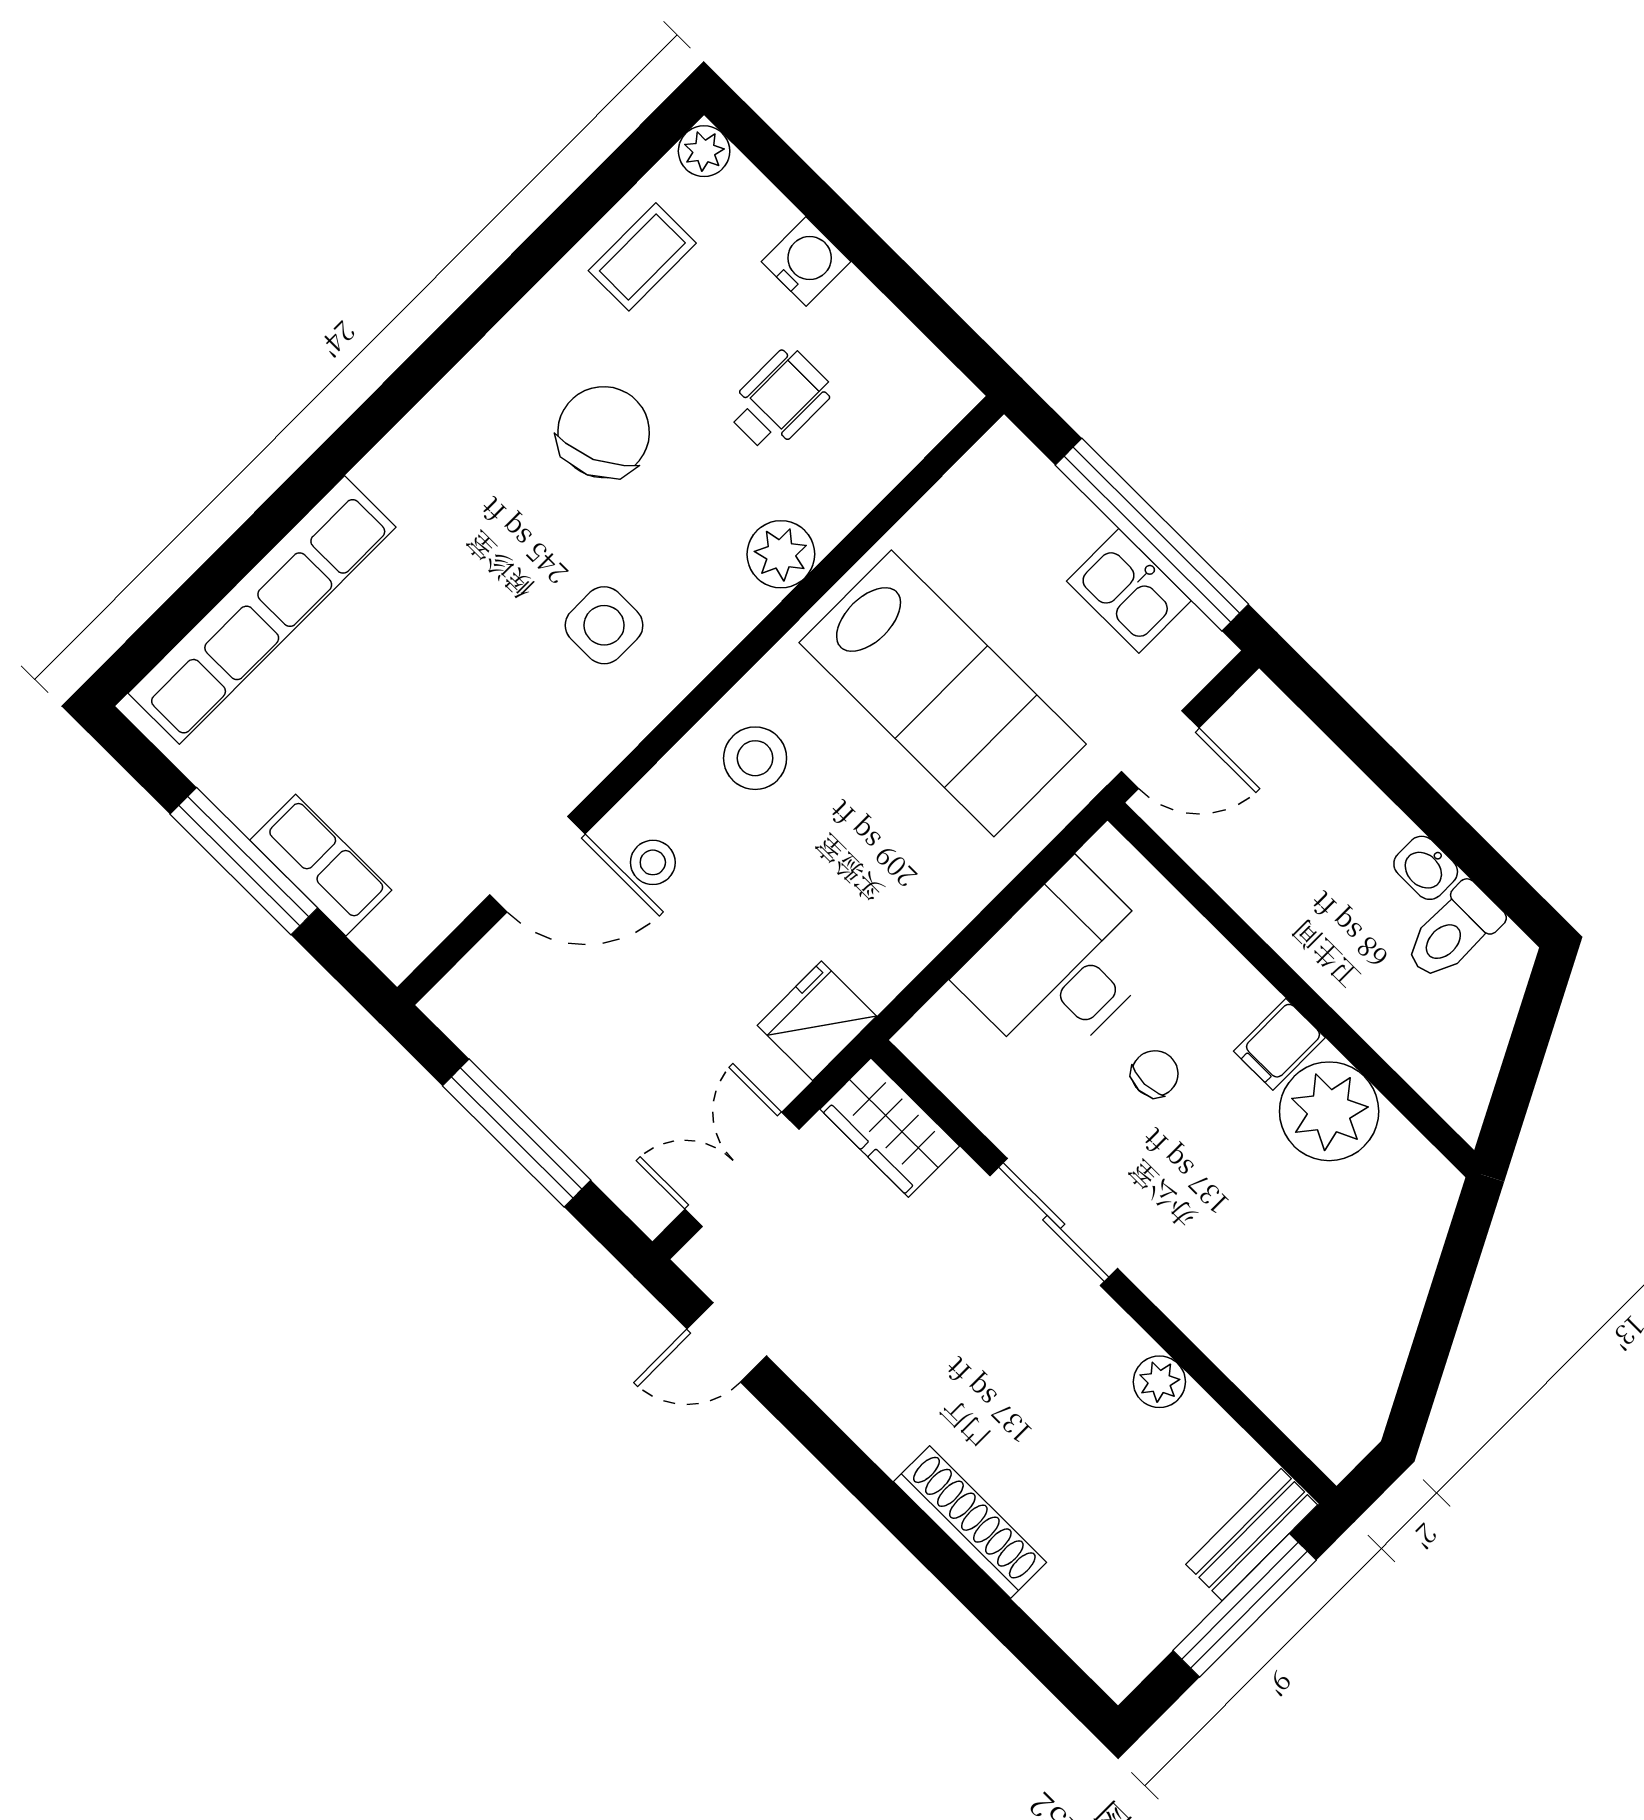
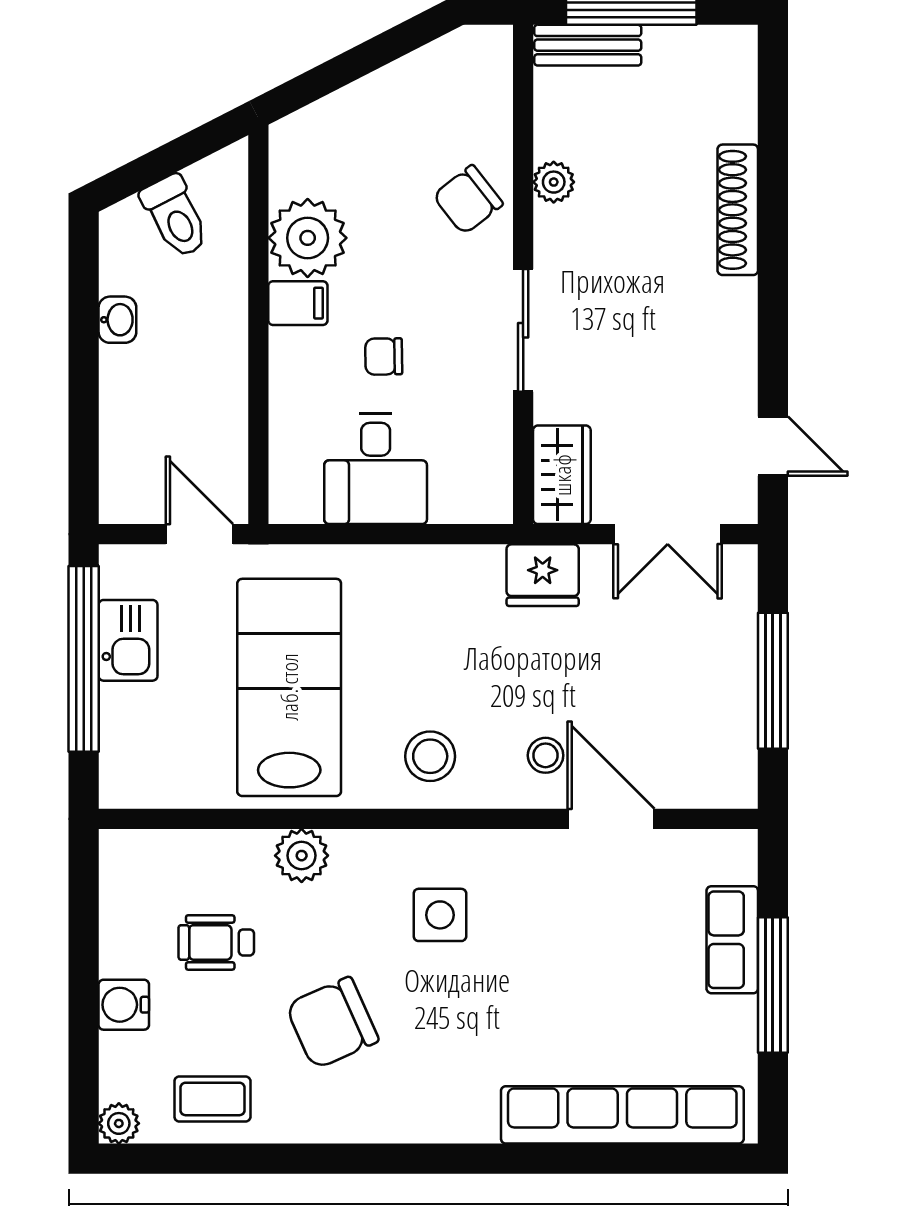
toilet: (1453, 932) -> (175, 217), moved, turned 63
desk: (1061, 966) -> (376, 469), width x0.73
chair: (1220, 1289) -> (468, 200), added

